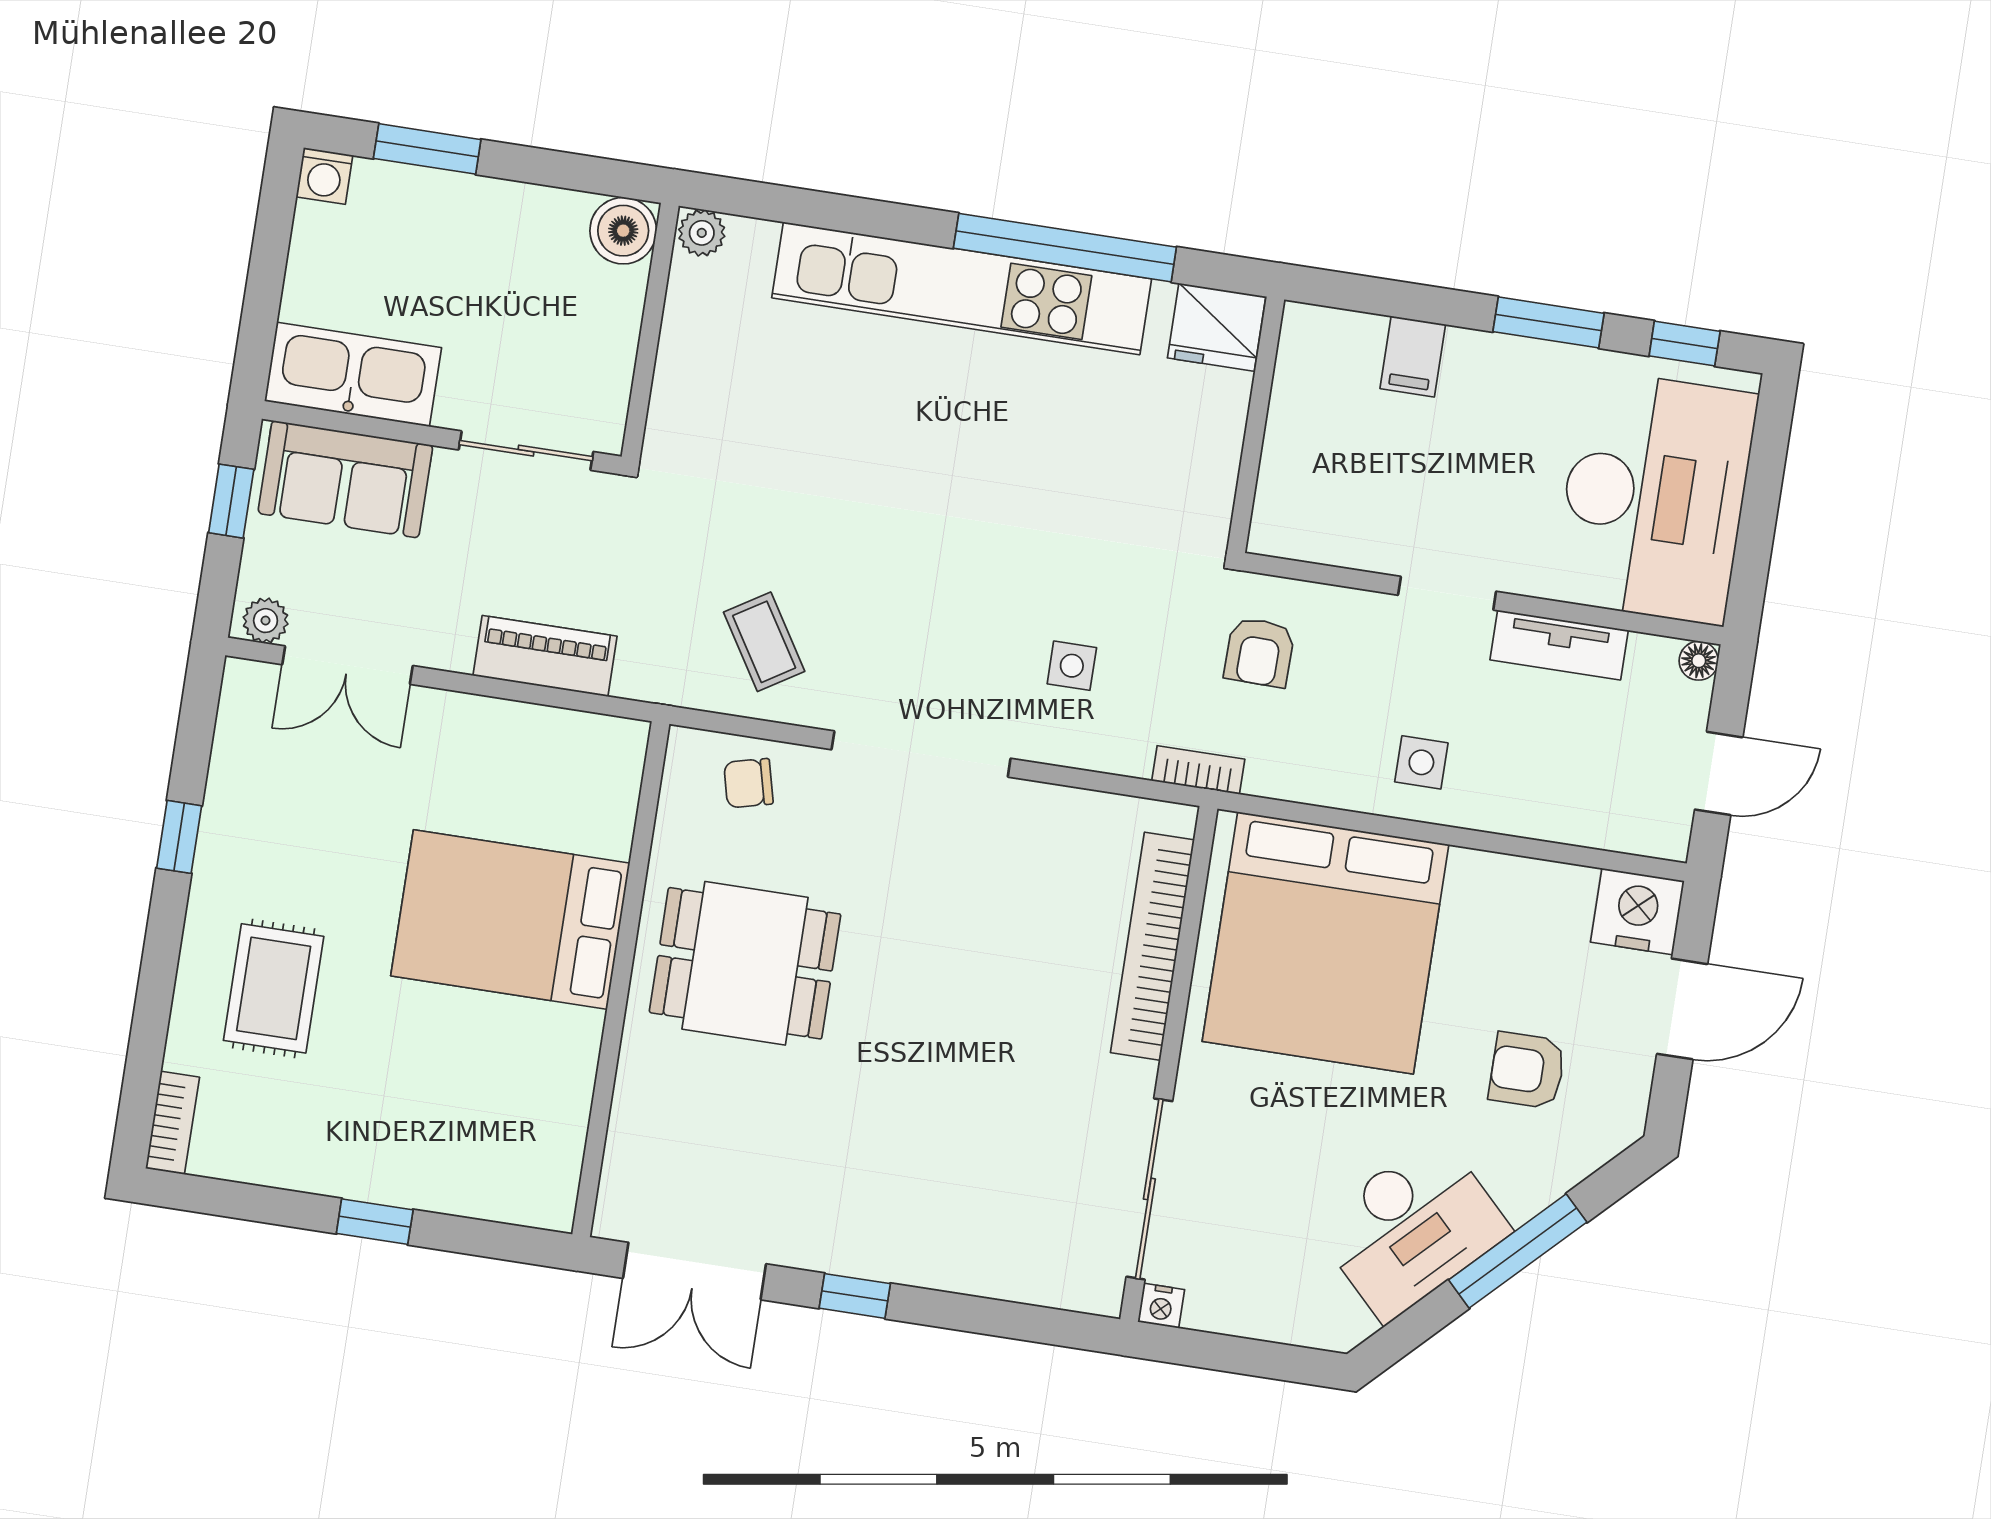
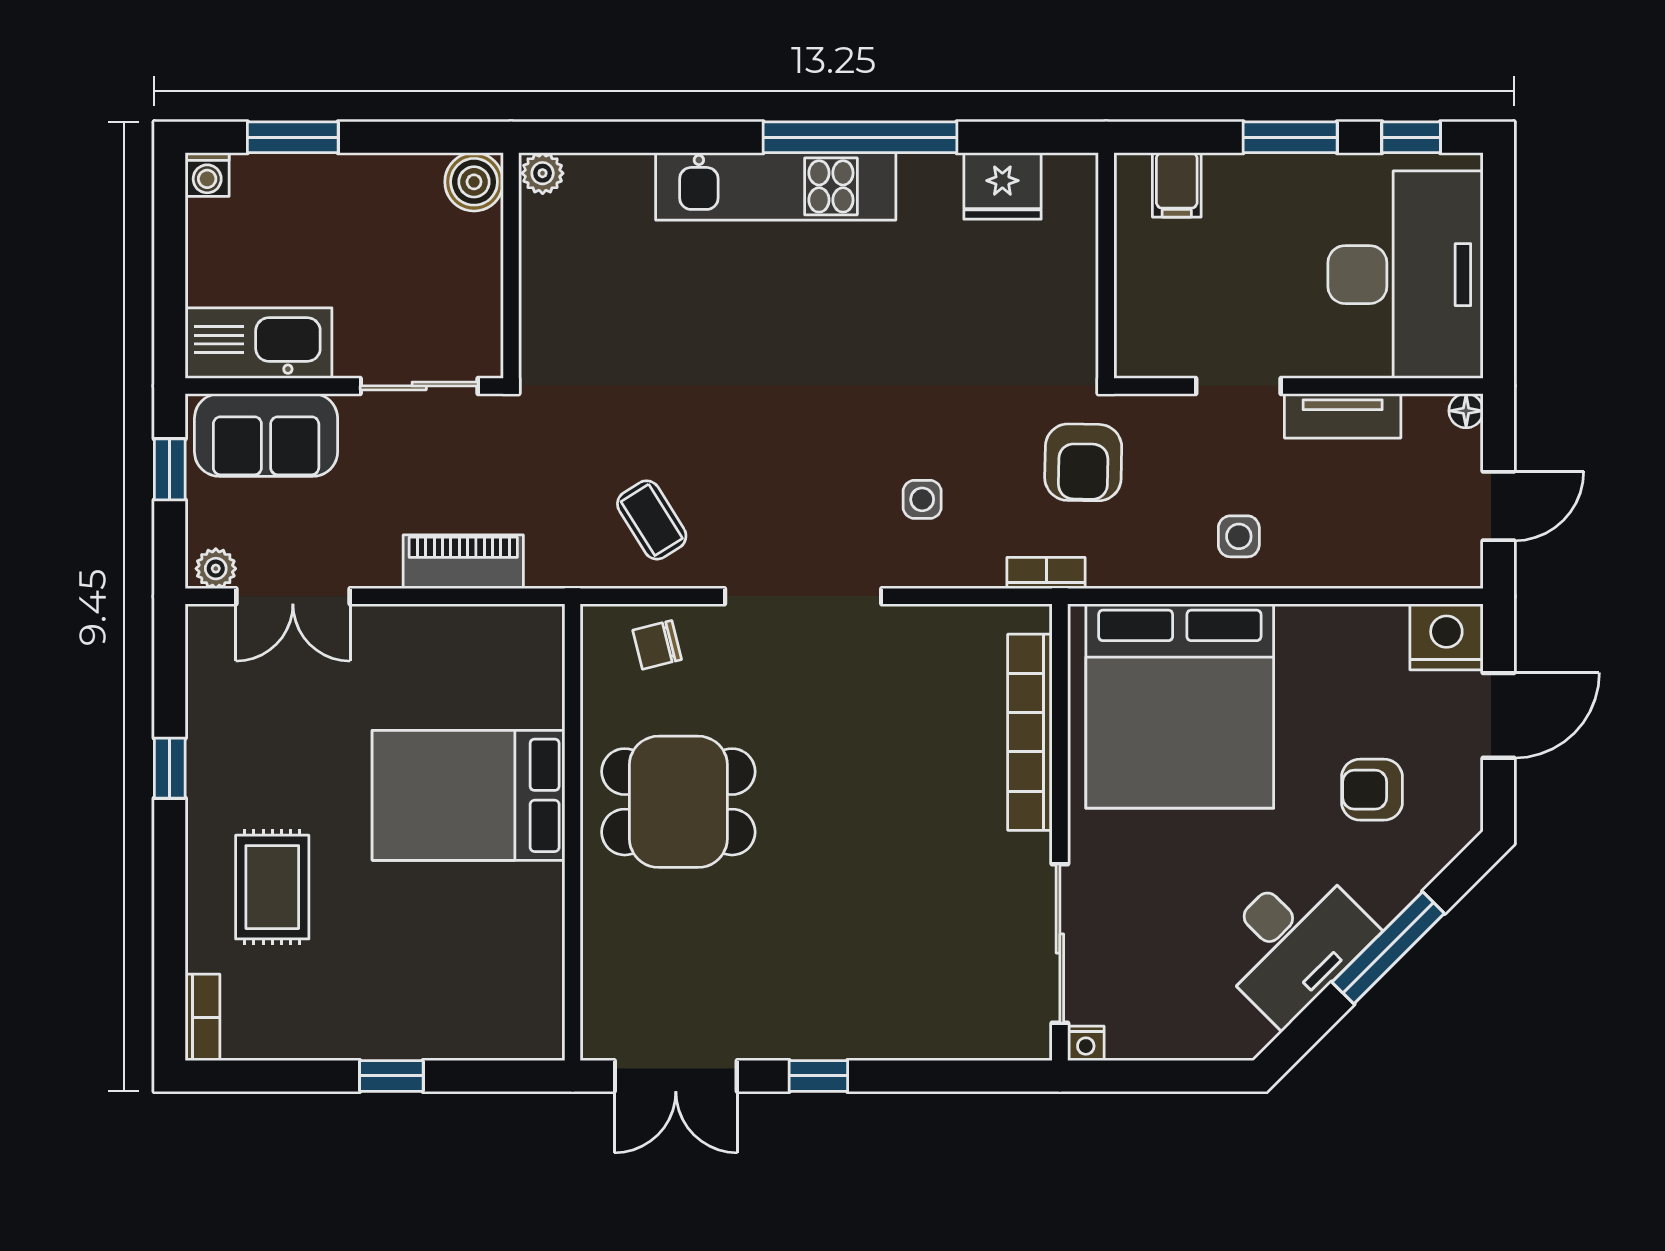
kitchen unit: (962, 288) -> (776, 186), width x0.73
wall: (1256, 425) -> (1106, 265), moved
armchair: (1259, 652) -> (1083, 462), width x1.38, depth x1.38

